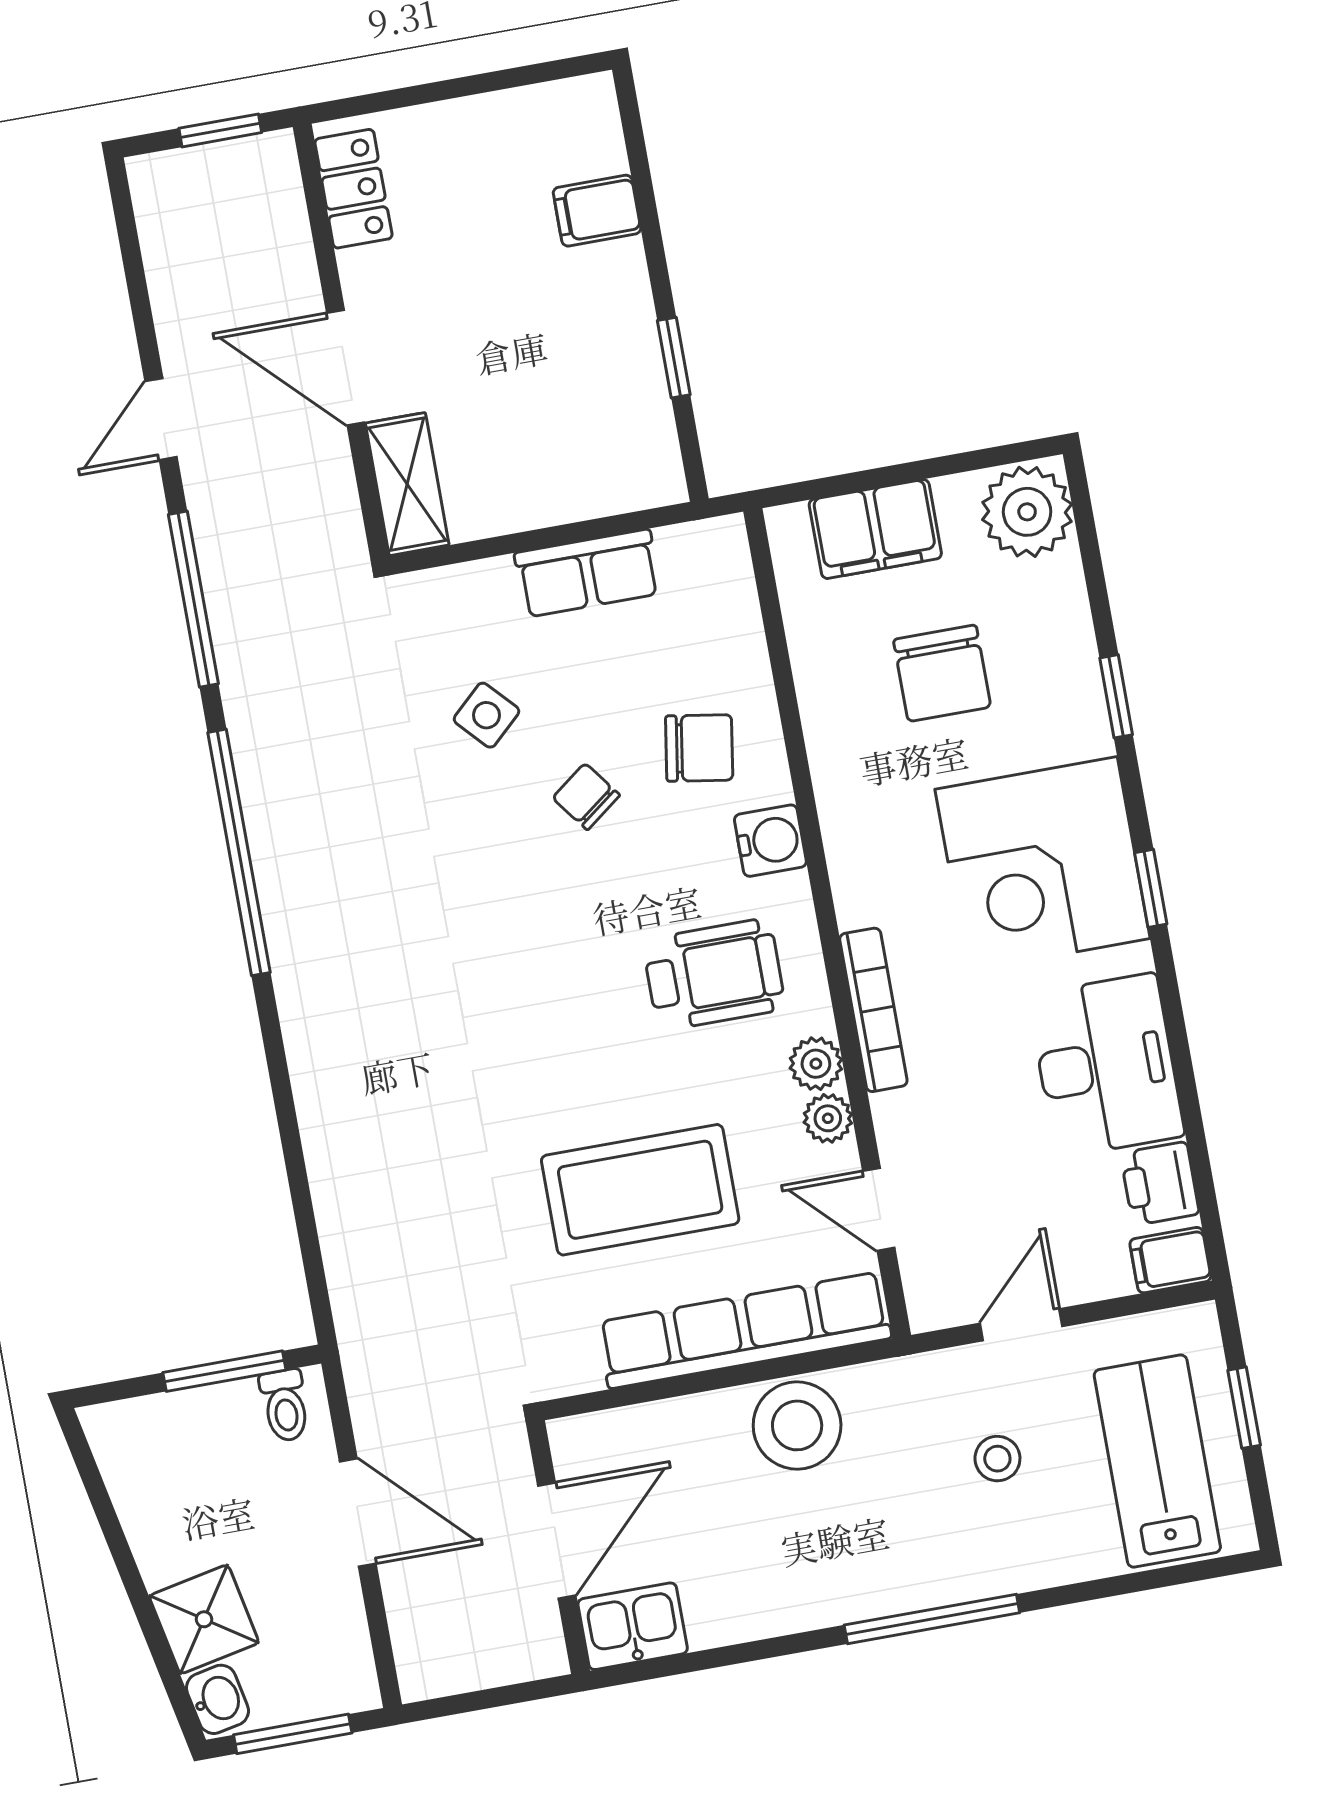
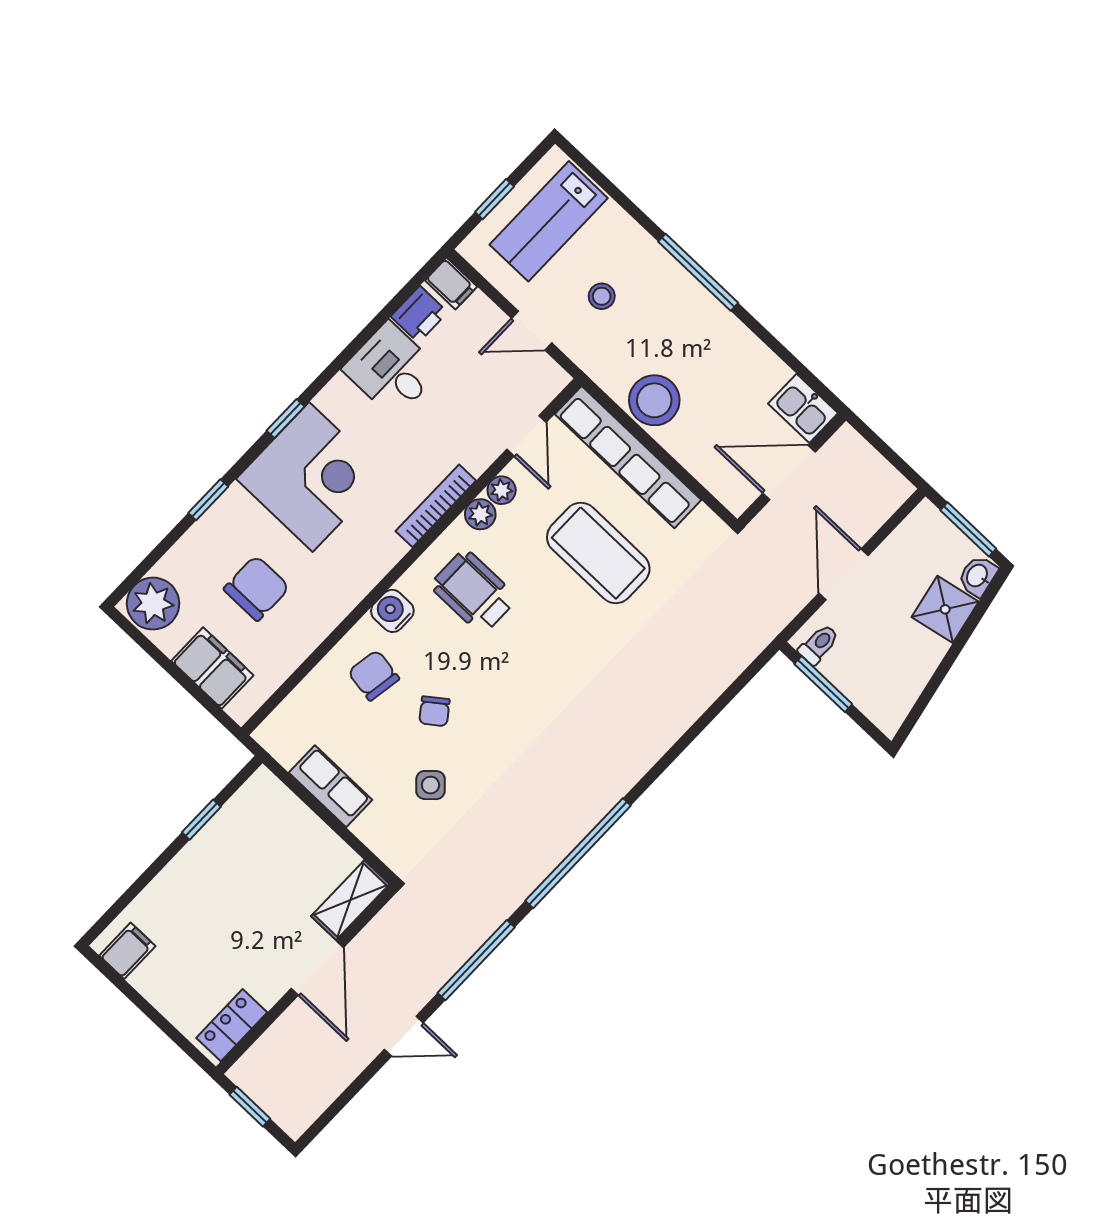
filing cabinet: (597, 211) -> (127, 951), moved, turned -90
desk: (1106, 1065) -> (392, 370), width x0.73

